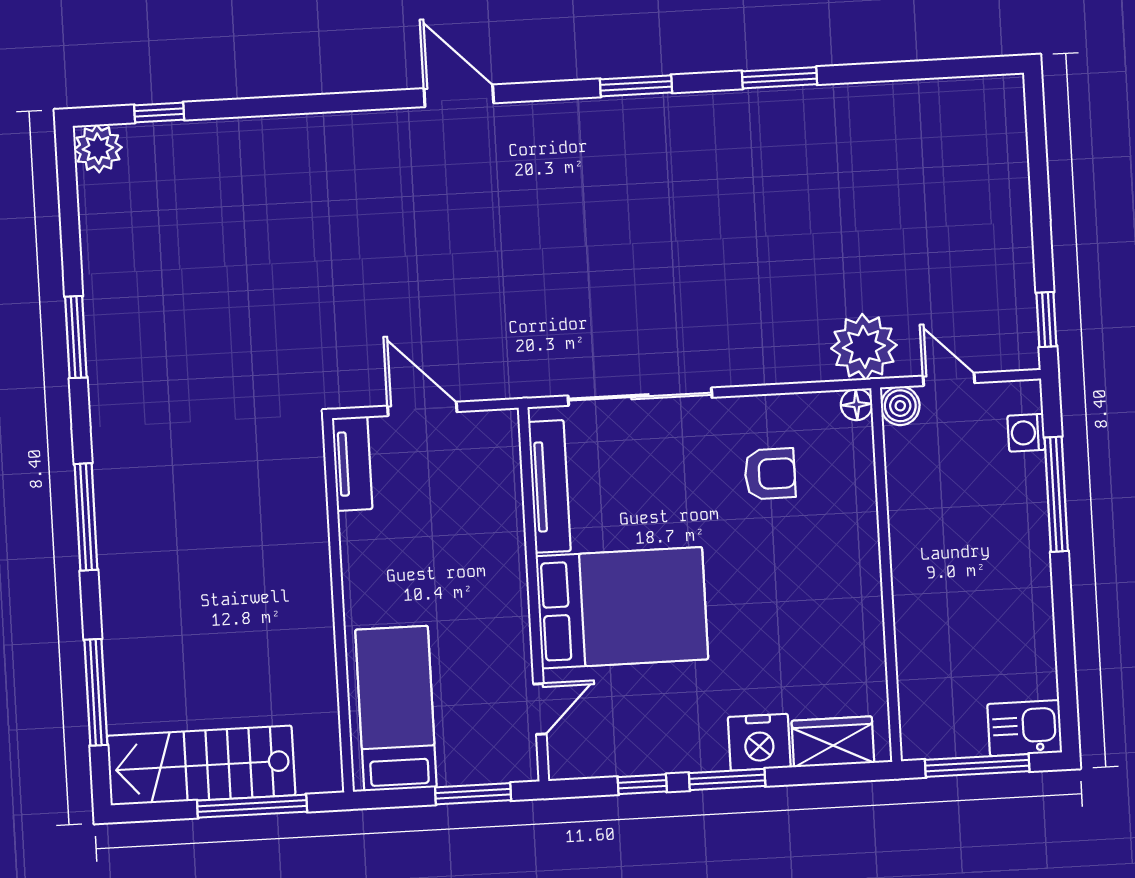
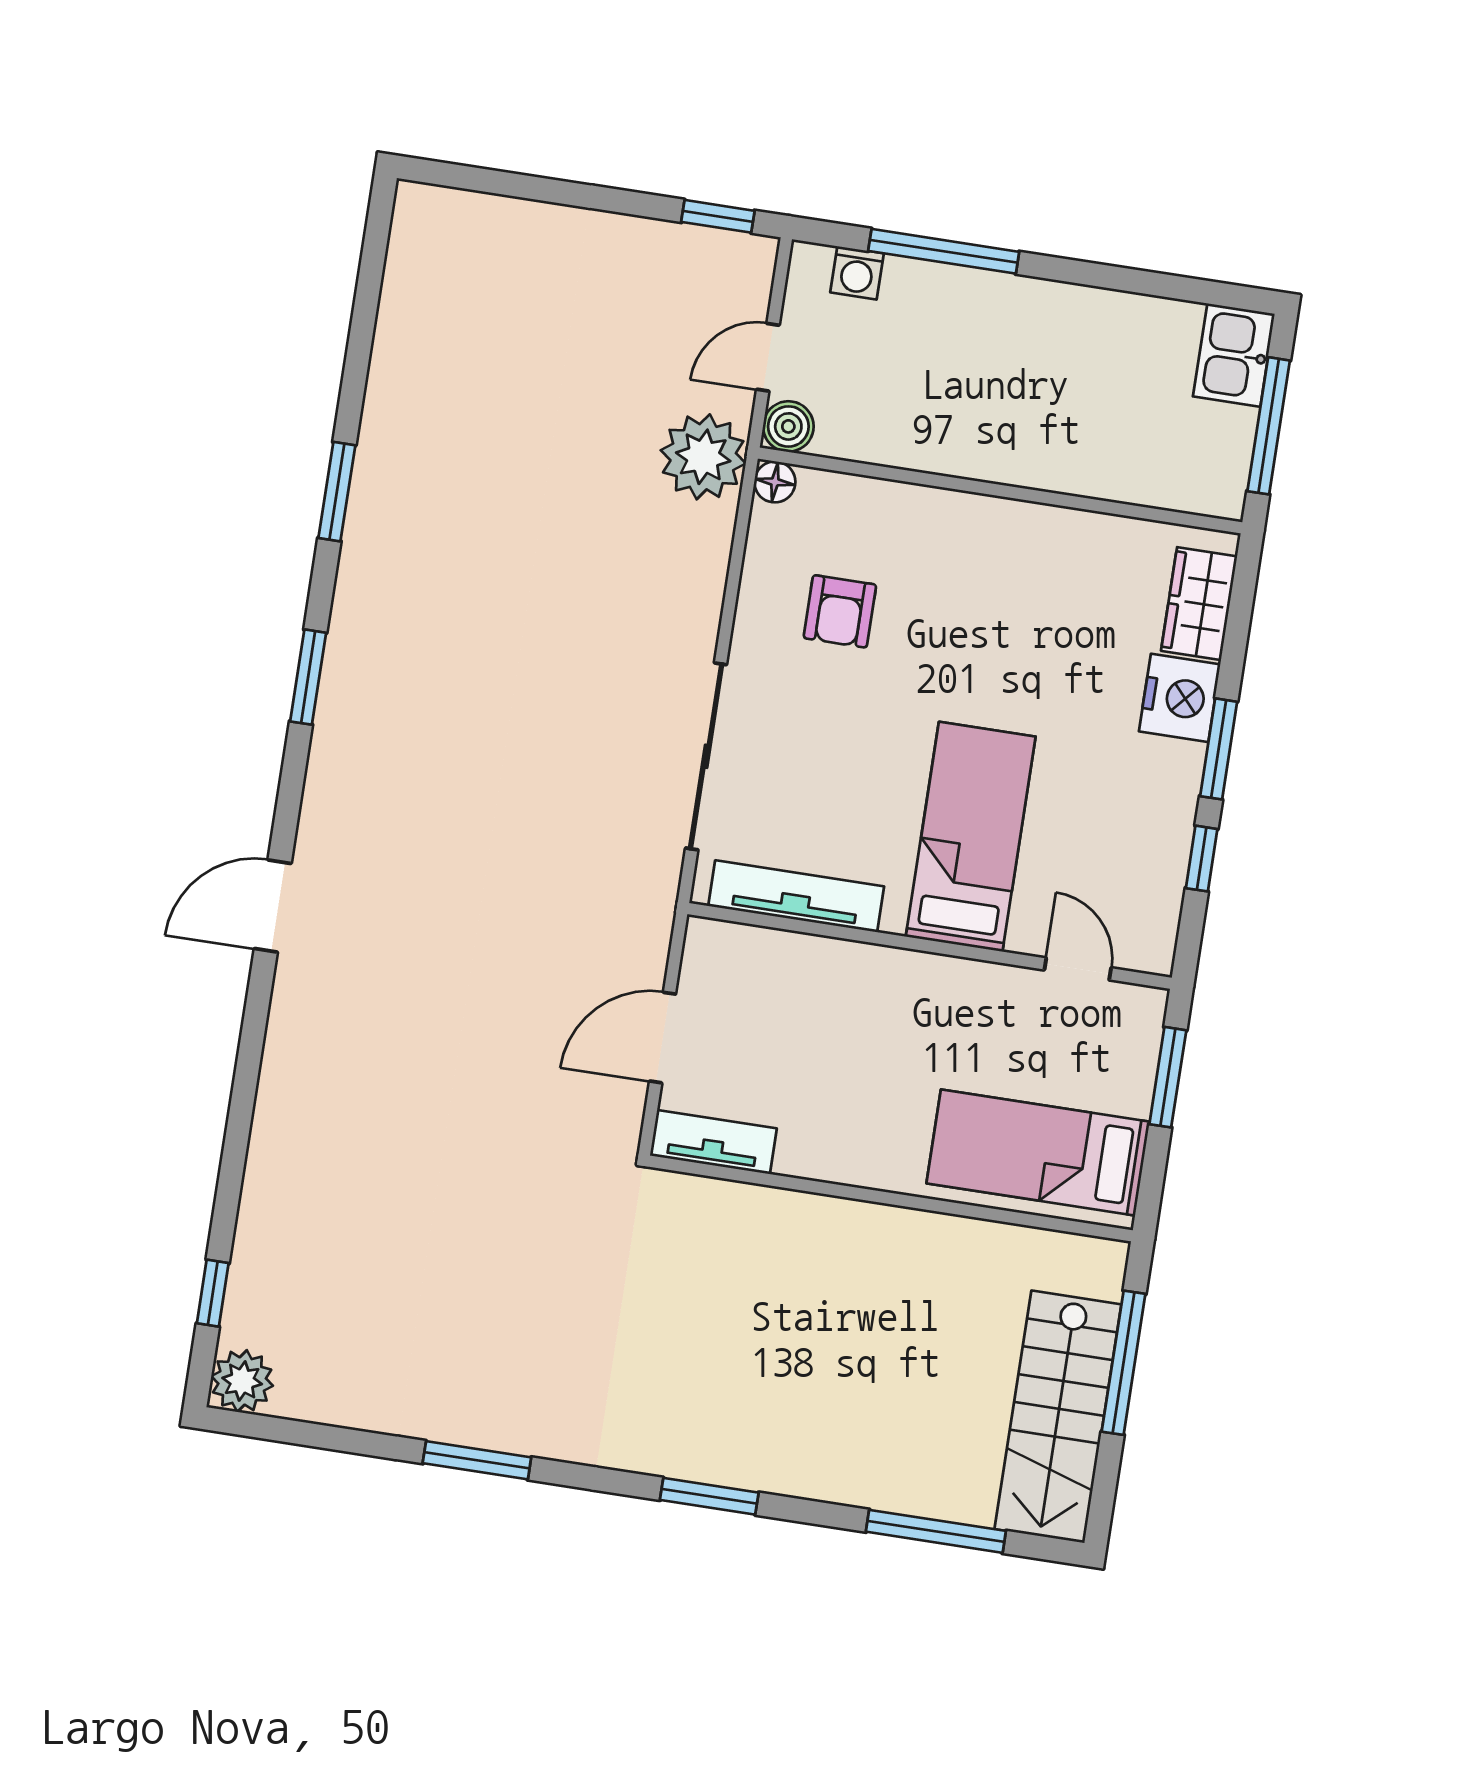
armchair: (770, 474) -> (840, 611), turned 180
window: (86, 517) -> (709, 1496), width x0.69
bed: (622, 608) -> (971, 837), width x0.67

